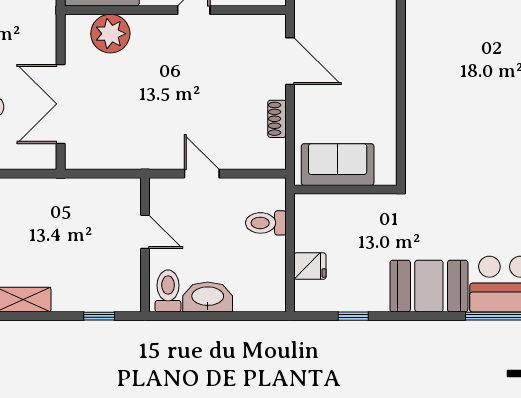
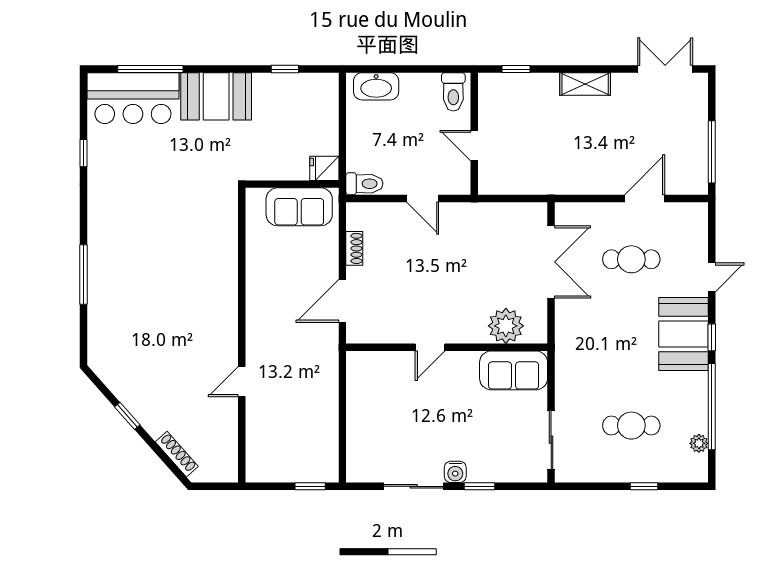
door: (290, 61) -> (342, 301), hinge flipped
toilet: (266, 223) -> (364, 184), moved
fridge: (310, 266) -> (324, 168), moved
washbasin: (208, 297) -> (376, 86), moved

